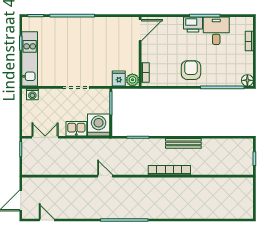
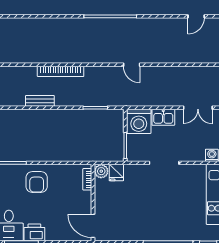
door: (140, 30) -> (93, 226), hinge flipped
bench: (183, 143) -> (40, 101), width x0.73
door: (47, 220) -> (196, 16), hinge flipped

